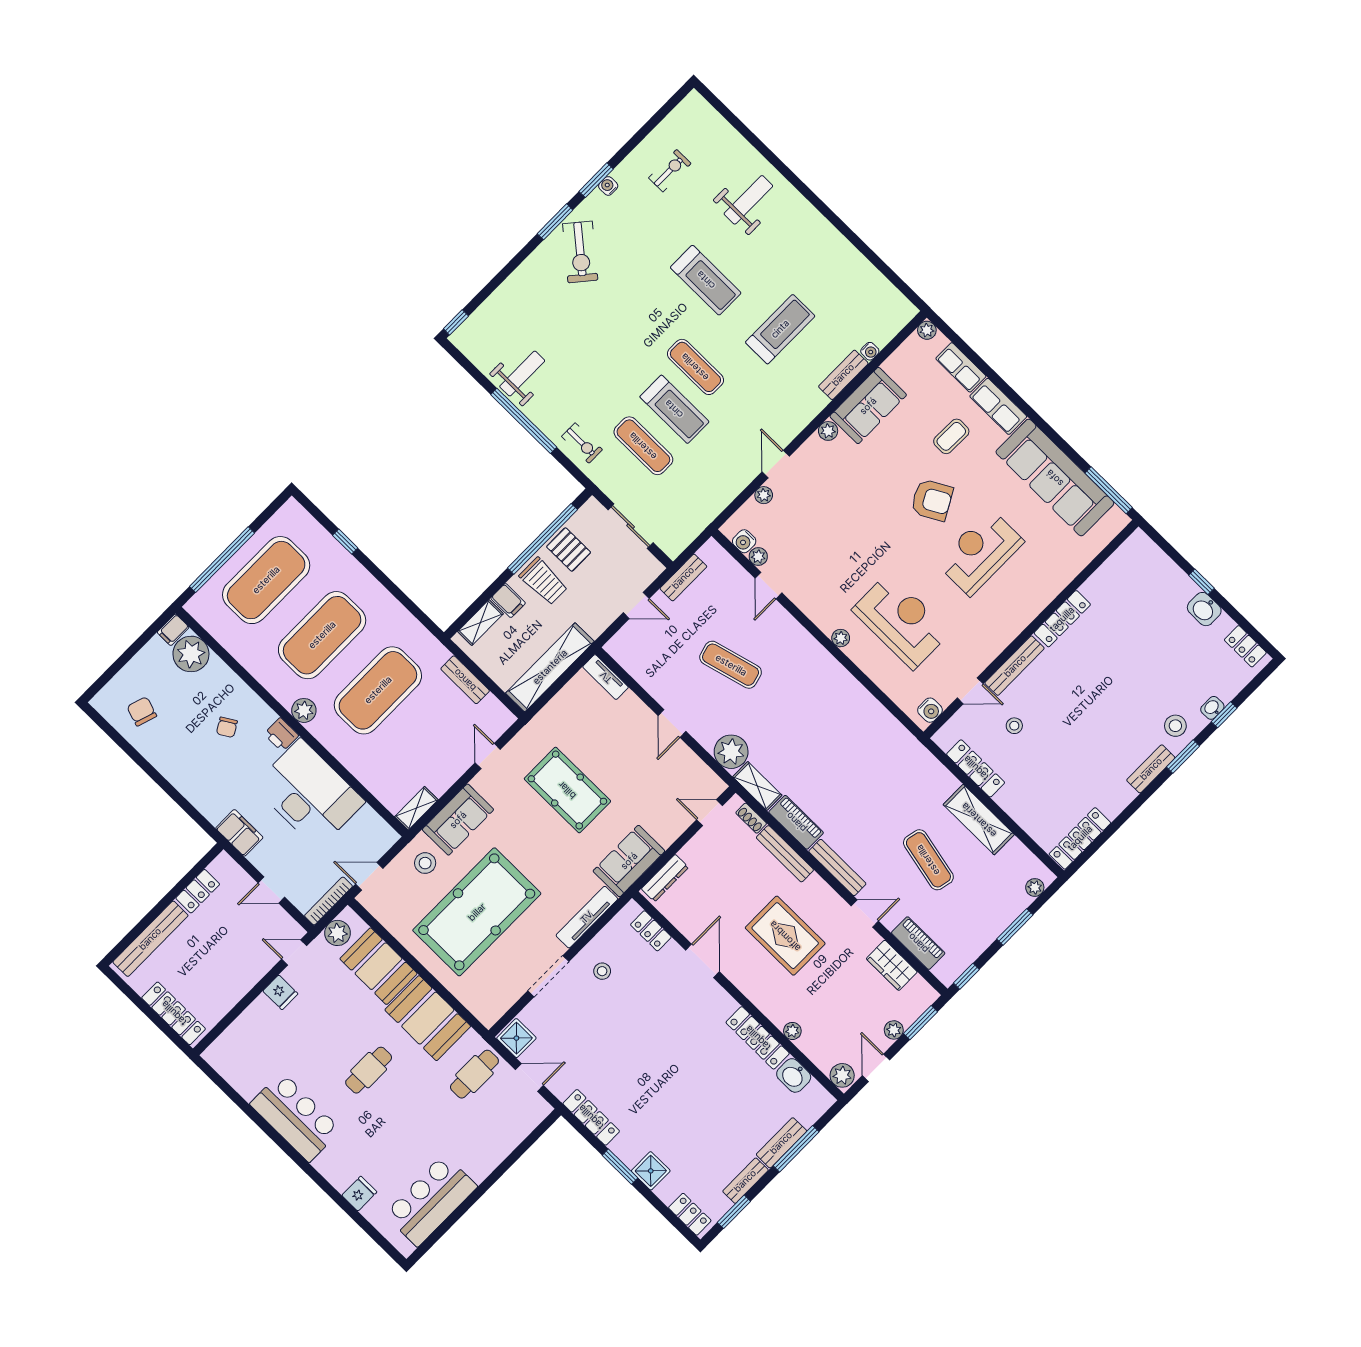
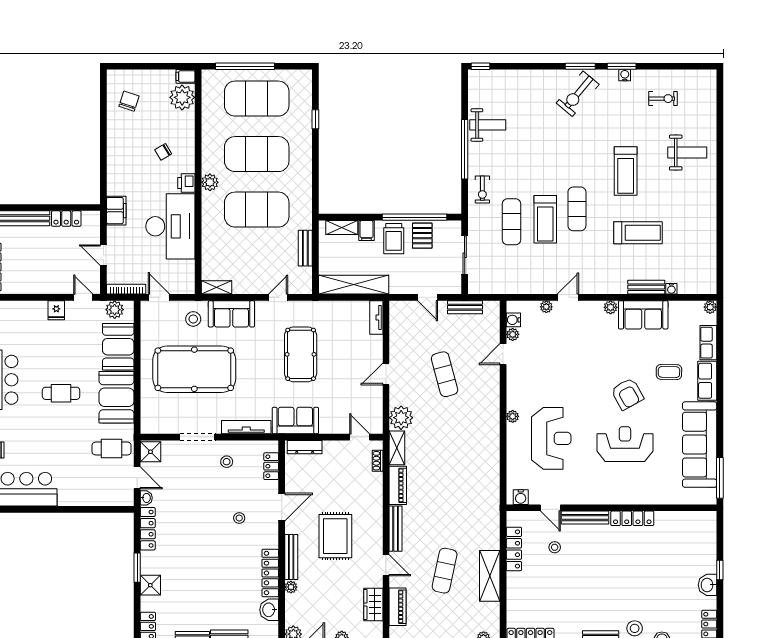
bench: (785, 854) -> (291, 557), moved
stool: (671, 1015) -> (239, 518), added
washbasin: (559, 1088) -> (146, 498), added

